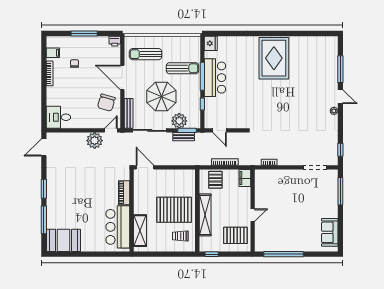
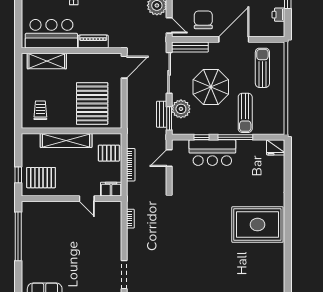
printer: (115, 41) -> (278, 15), moved
bar counter: (215, 78) -> (212, 153), moved
chair: (106, 103) -> (203, 20), turned 74
pallet: (174, 210) -> (92, 103), moved
door: (253, 215) -> (87, 199), moved
pallet: (235, 235) -> (41, 178), turned 90
window: (212, 254) -> (18, 175), moved

